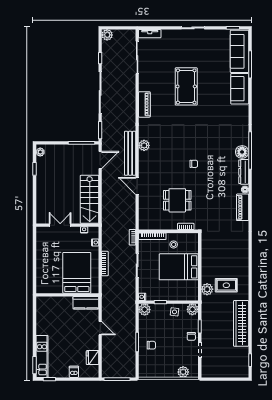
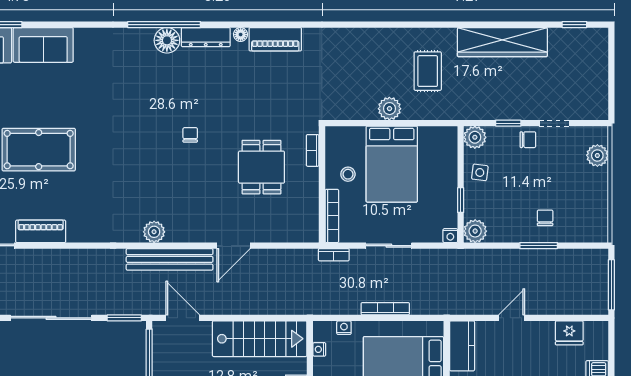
piano: (144, 104) -> (41, 231), moved
plant: (207, 289) -> (389, 109), moved

